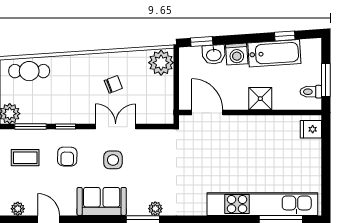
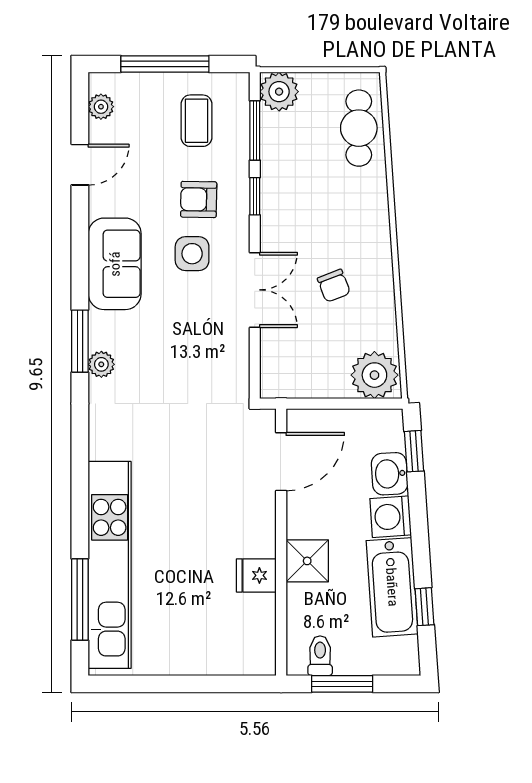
fridge: (311, 129) -> (256, 575), moved, turned -90
side table: (113, 160) -> (192, 254), moved

